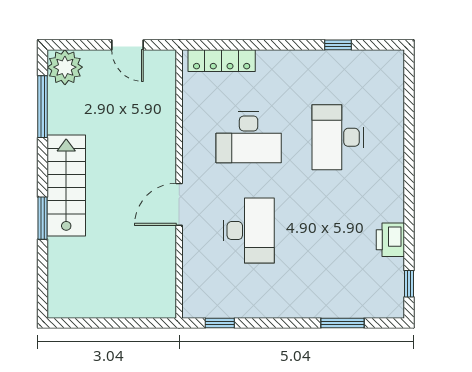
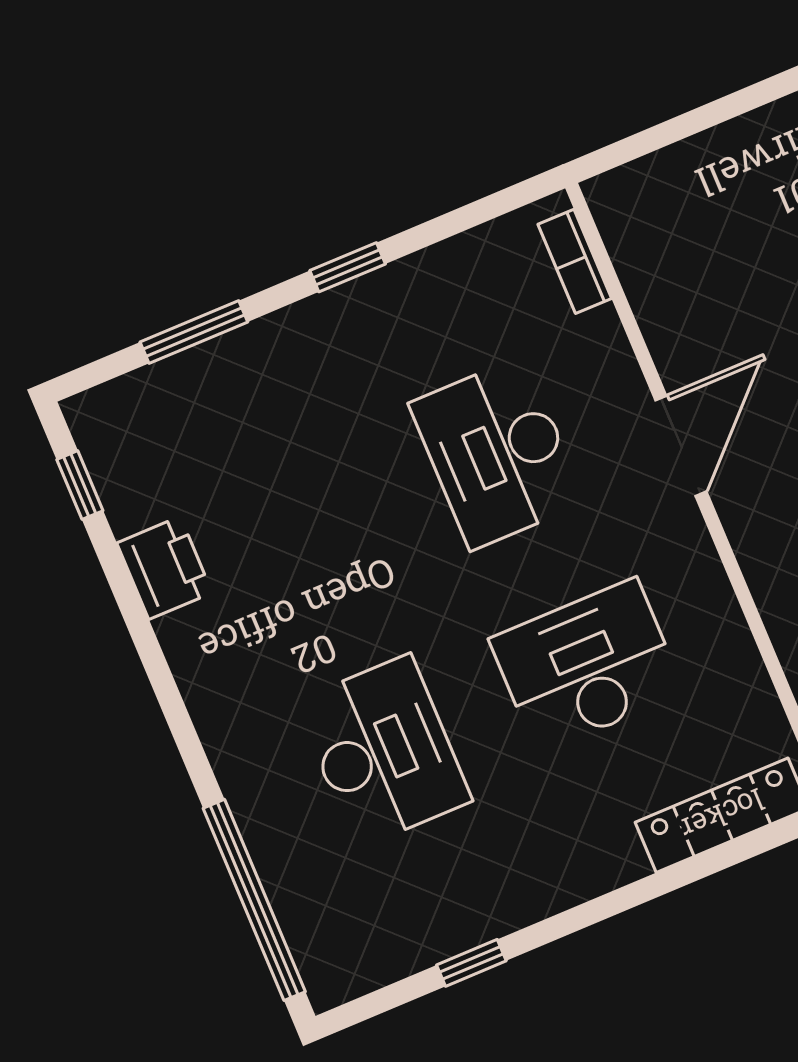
window: (409, 102) -> (254, 900), added
bookcase: (190, 290) -> (575, 261), added
window: (220, 323) -> (348, 267), moved

